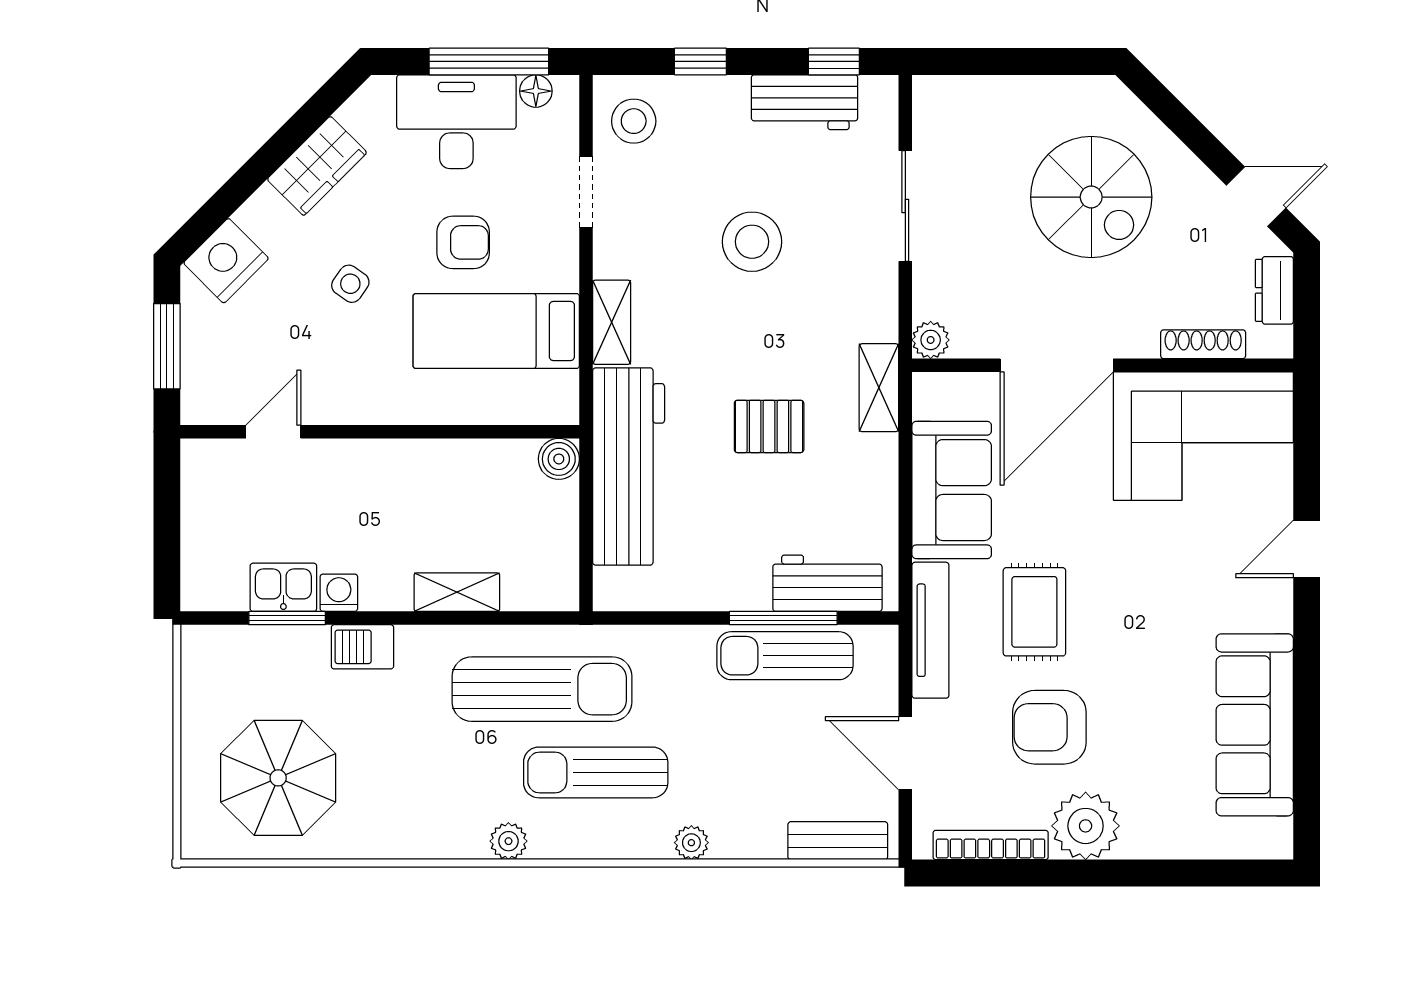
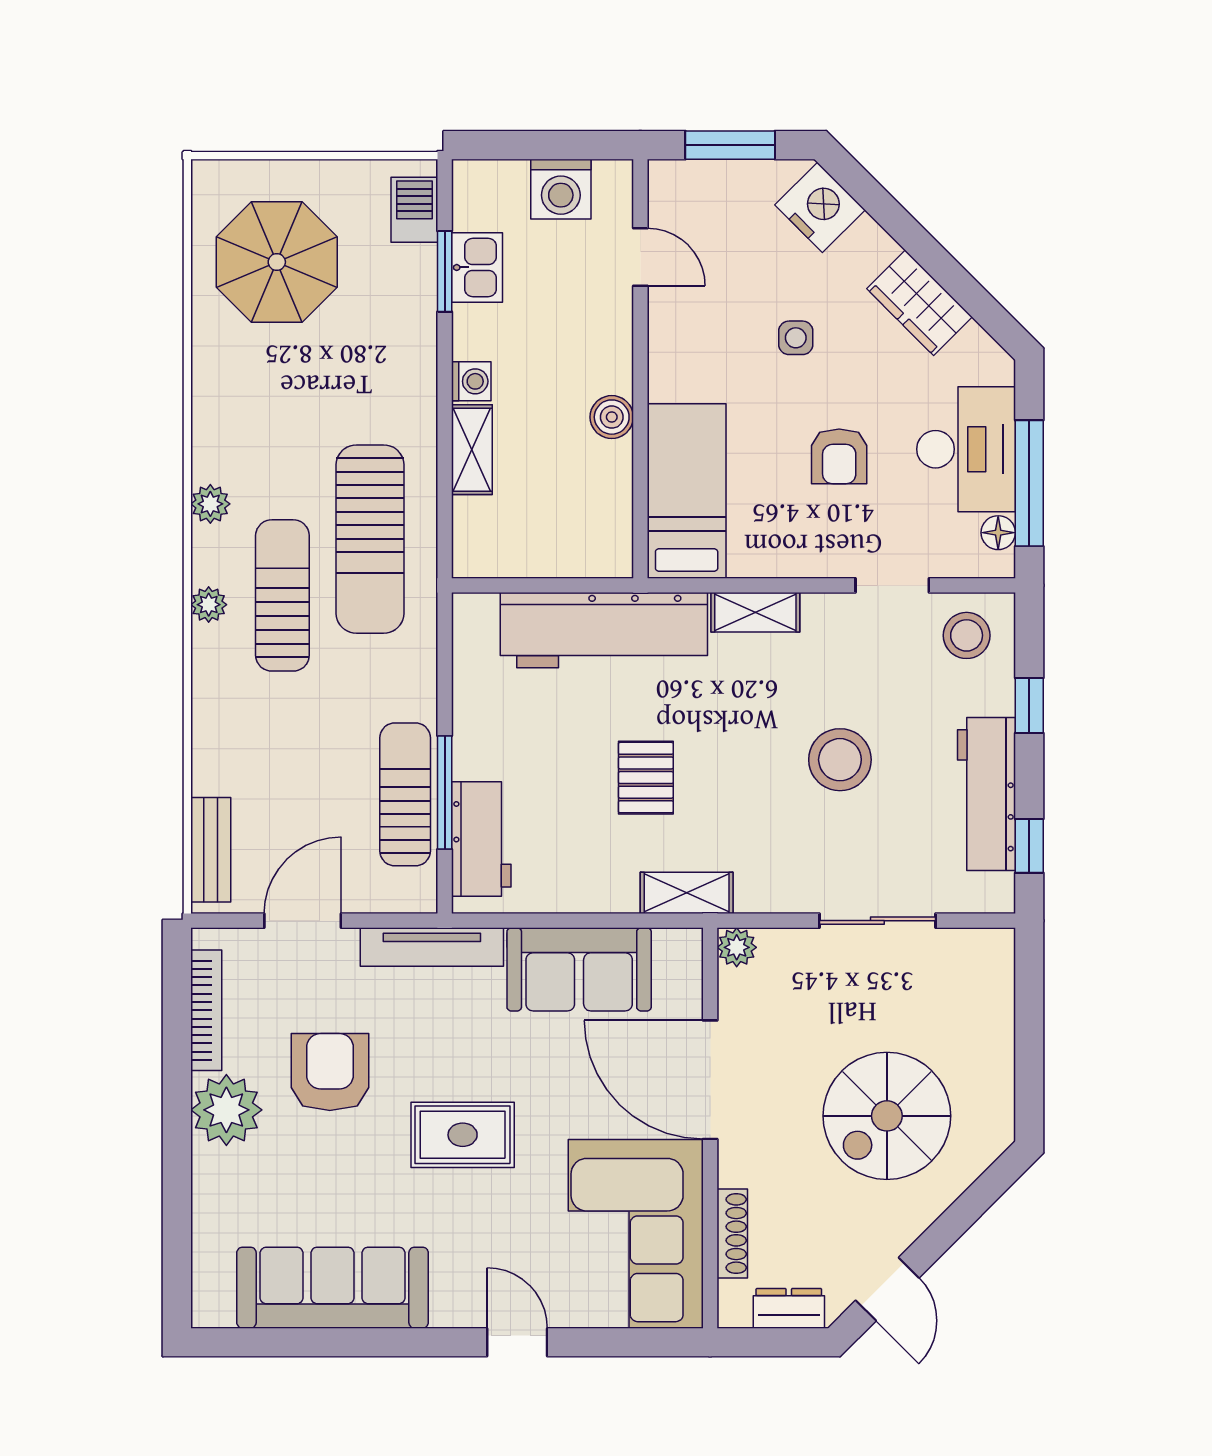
workbench: (805, 102) -> (986, 794), width x1.38
side table: (350, 284) -> (796, 338), turned -35
bed: (496, 331) -> (687, 491), moved
boiler: (559, 459) -> (612, 417), moved
washing machine: (209, 507) -> (561, 189), added
washing machine: (339, 593) -> (471, 381), moved
rug: (1034, 612) -> (463, 1135), moved
barbecue: (362, 647) -> (414, 210), moved
plant: (691, 843) -> (209, 605), moved

